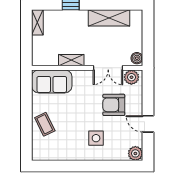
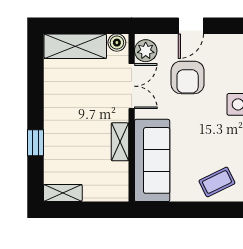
shelving: (109, 18) -> (75, 46), moved, turned 90
sofa: (52, 81) -> (152, 160), width x1.36
door: (148, 124) -> (191, 26), moved

